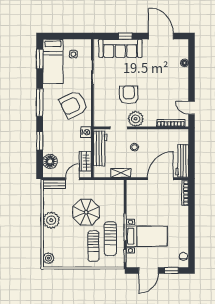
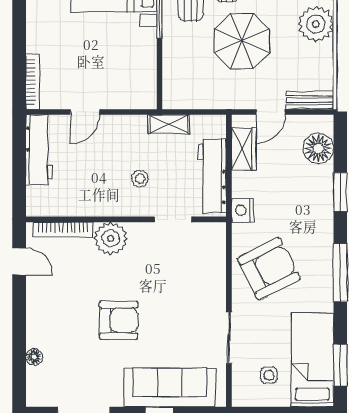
armchair: (129, 95) -> (119, 320), moved, turned -90
plant: (136, 119) -> (111, 238), moved
door: (160, 179) -> (85, 112), width x0.53

